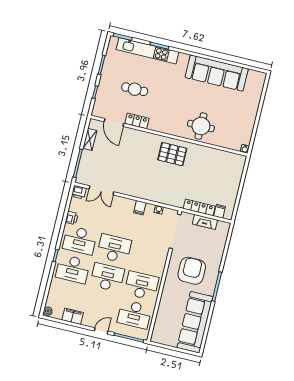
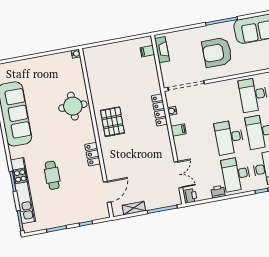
cafe table: (135, 89) -> (52, 175), moved
locker: (137, 121) -> (93, 154), moved
locker: (199, 207) -> (159, 110), moved
fireplace: (205, 222) -> (162, 50), moved
desk: (80, 240) -> (236, 174), turned 180

